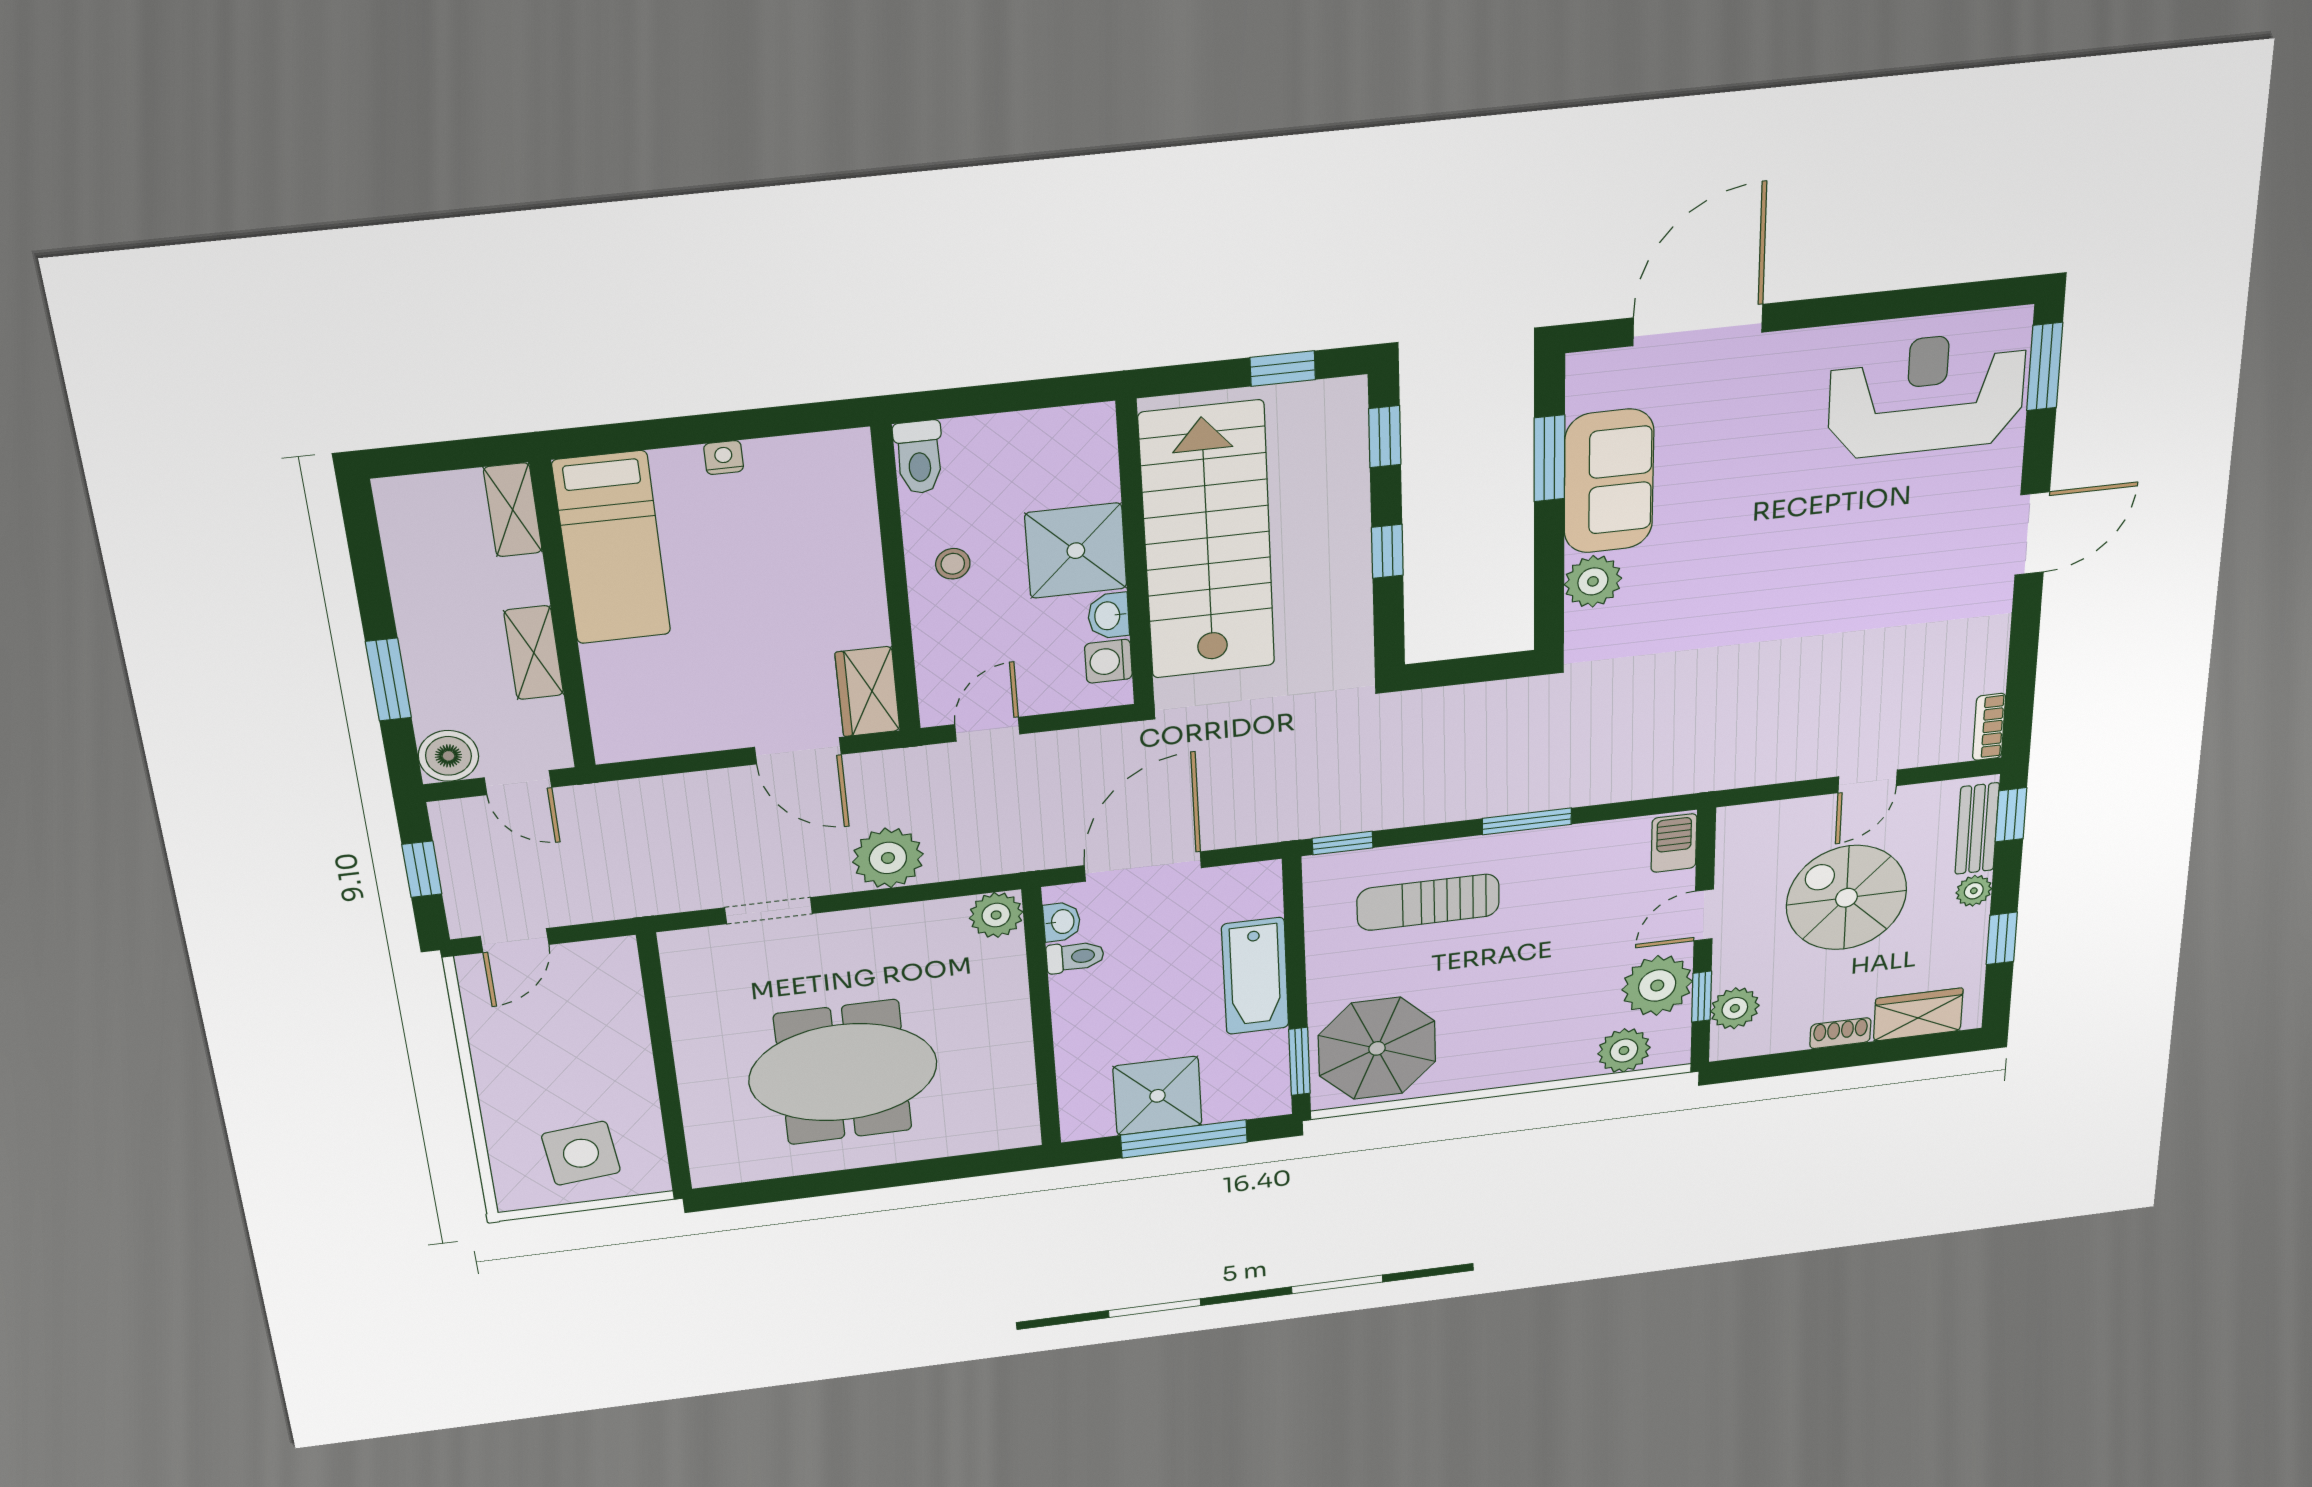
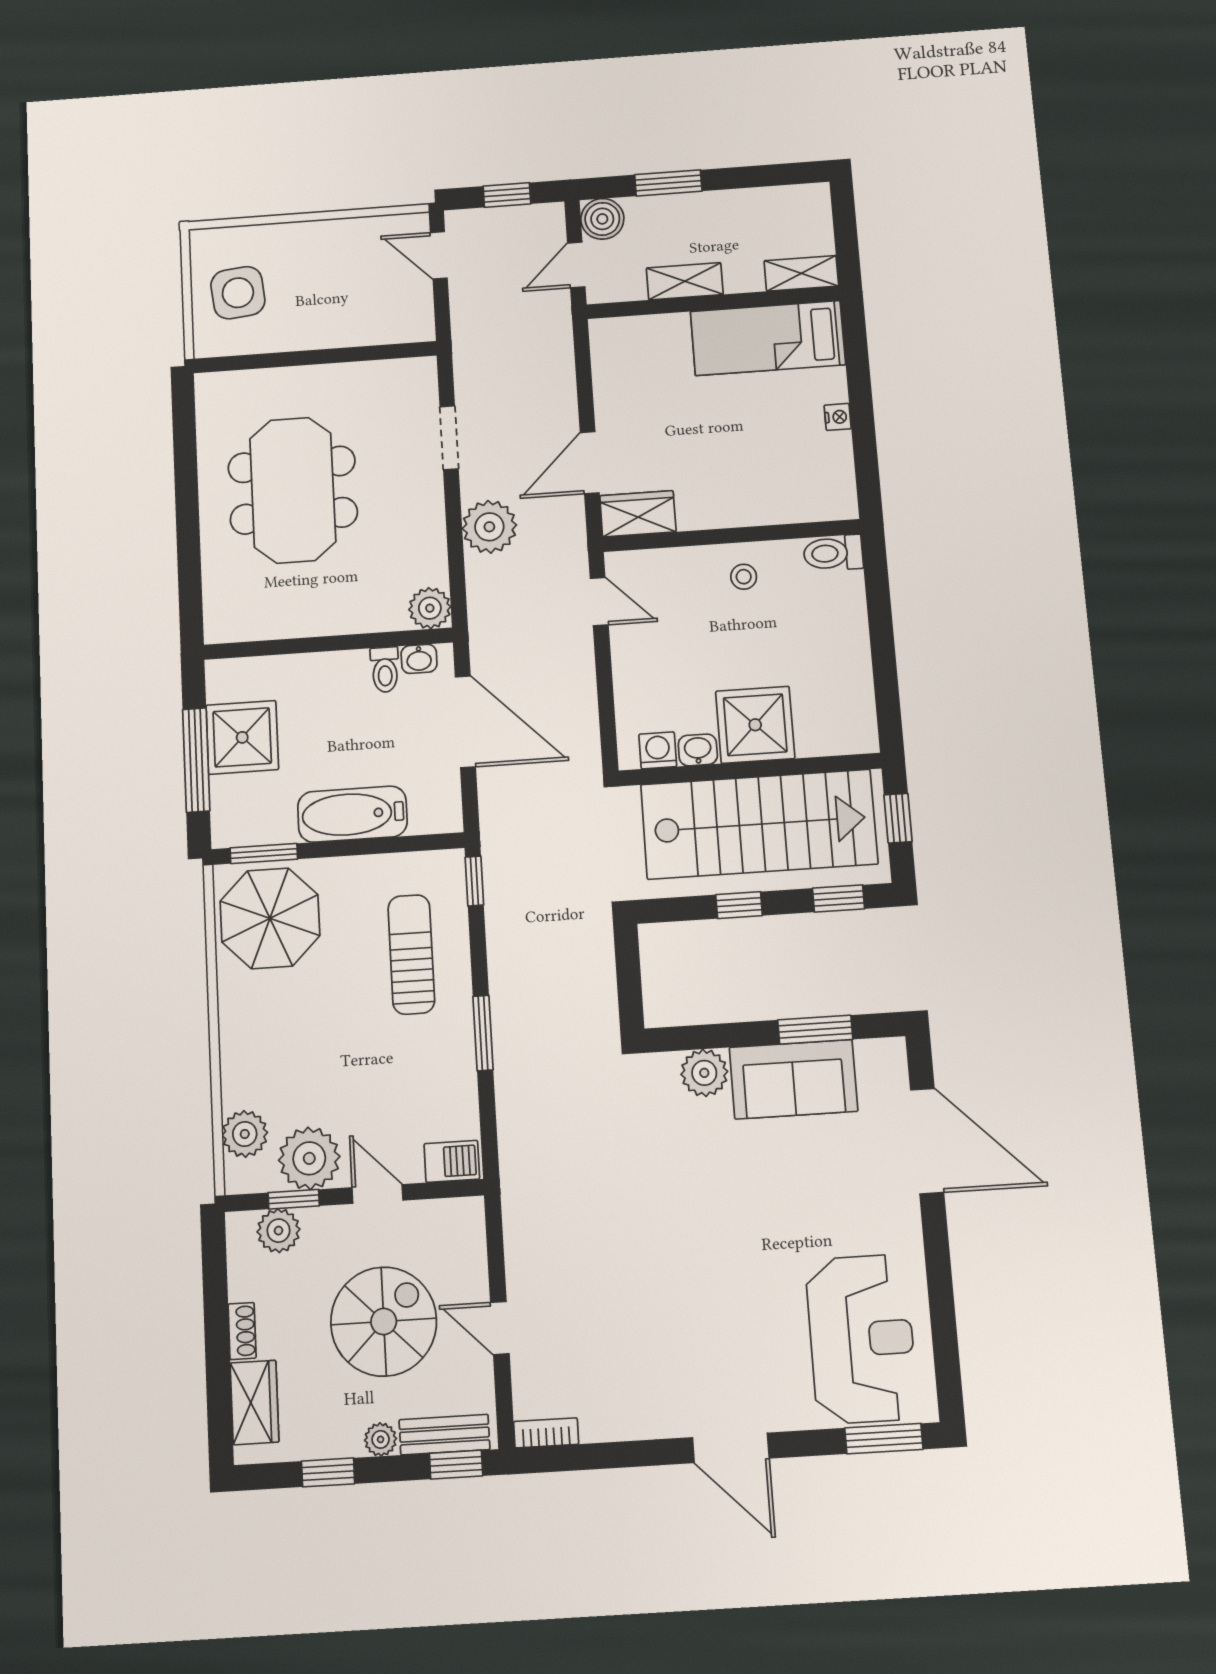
stairs: (1207, 541) -> (759, 824), moved
shower: (1076, 551) -> (755, 725), moved
wall: (1135, 555) -> (750, 769), moved
washbasin: (1108, 616) -> (698, 750), moved
washing machine: (1108, 661) -> (658, 750), moved

